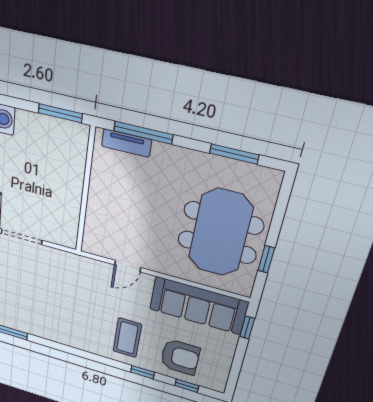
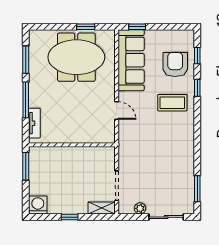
window: (143, 133) -> (26, 100), moved

